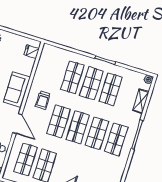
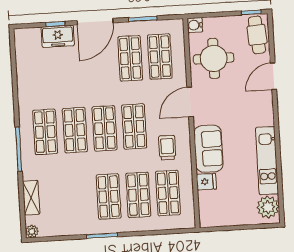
fridge: (32, 52) -> (206, 182), moved
shop shelf: (111, 89) -> (168, 193), moved
door: (17, 124) -> (190, 102), hinge flipped

